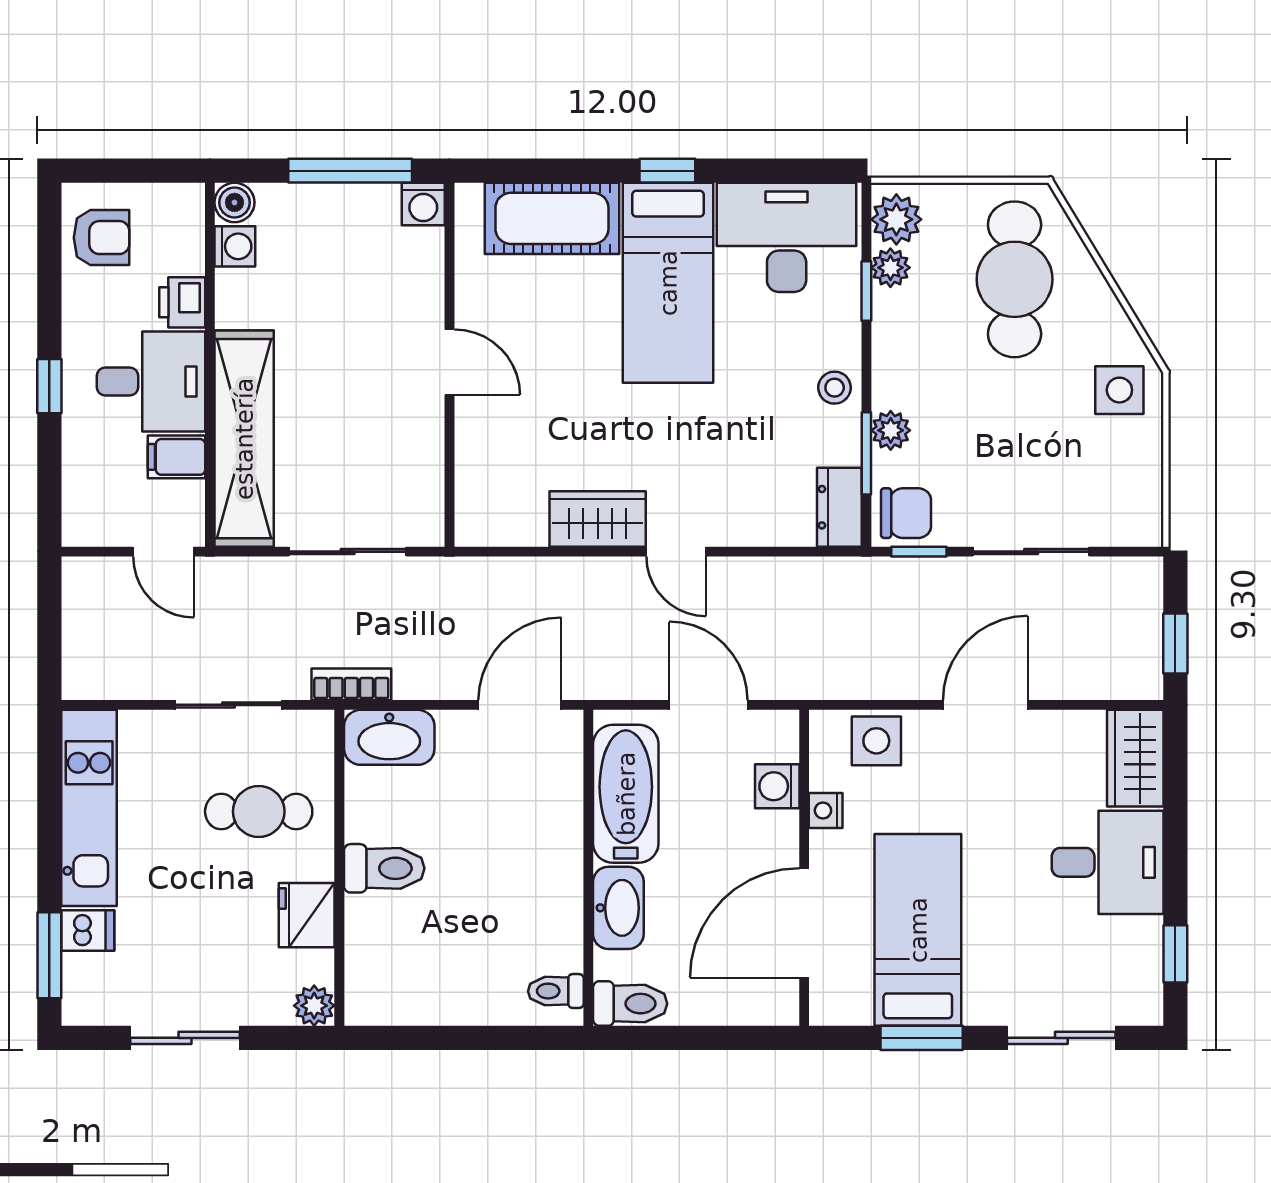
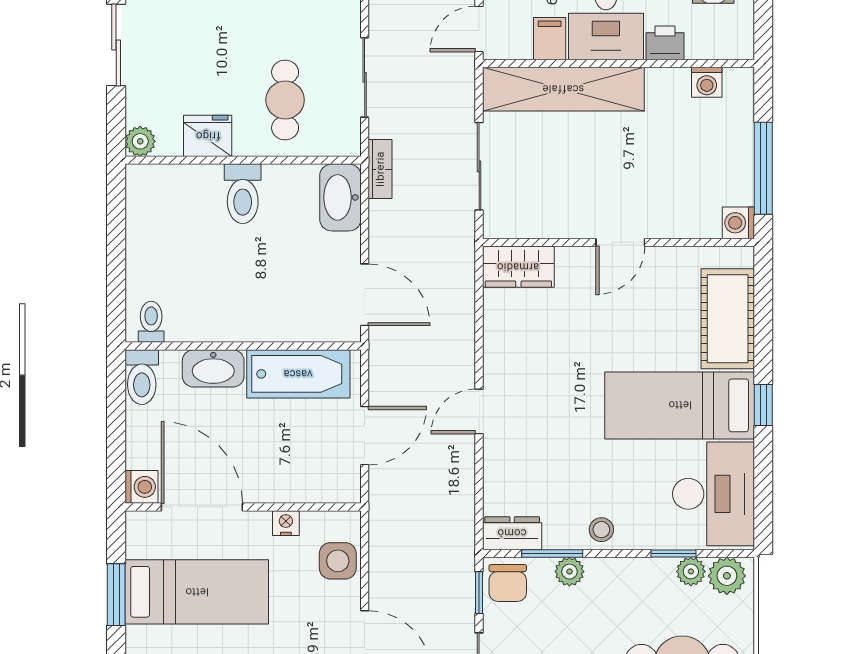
boiler: (235, 202) -> (740, 82), removed
wardrobe: (598, 519) -> (518, 267), moved, turned 90
washing machine: (777, 786) -> (142, 487), moved, turned 90

